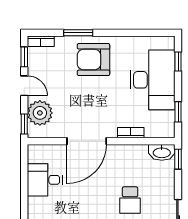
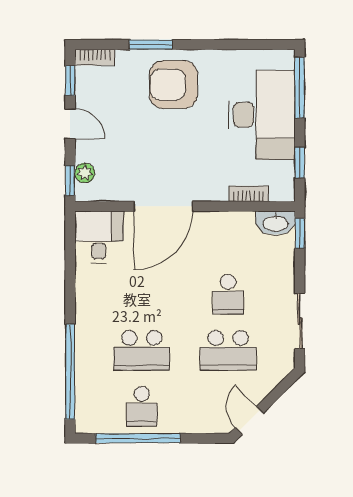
window: (178, 62) -> (300, 88), width x2.17
plant: (40, 113) -> (85, 173), width x0.53, depth x0.53
bookcase: (131, 133) -> (248, 194), moved
desk: (45, 180) -> (99, 237), moved, turned 90

